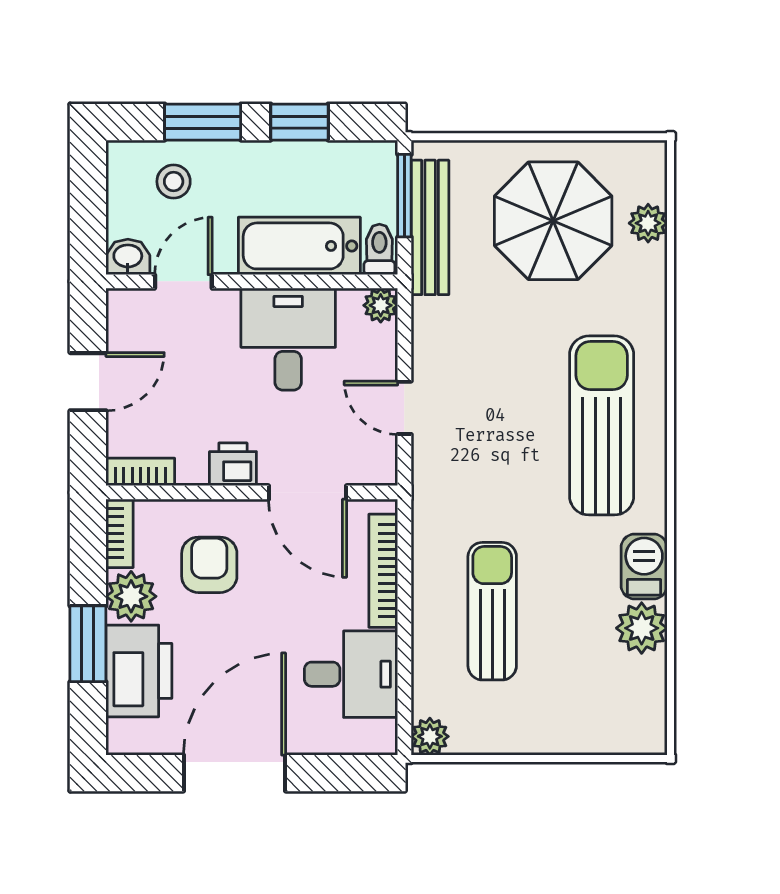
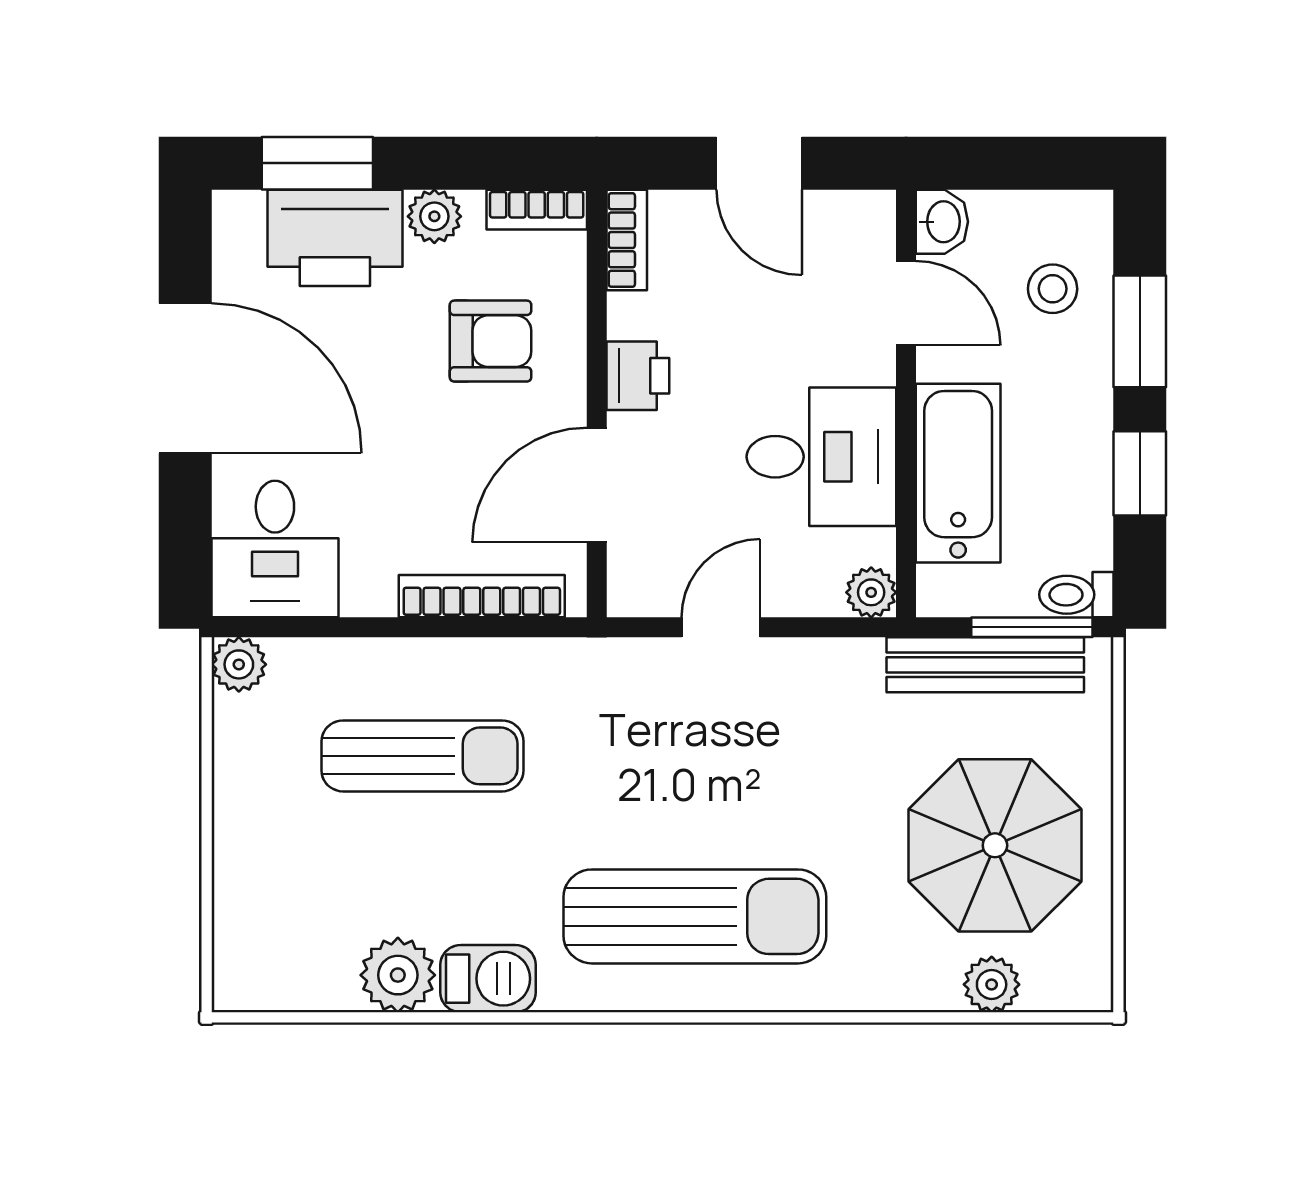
toilet: (379, 249) -> (1076, 595), moved, turned 180
plant: (131, 596) -> (434, 216), width x0.73, depth x0.73
window: (88, 644) -> (317, 163), moved
desk: (351, 674) -> (275, 549), moved

